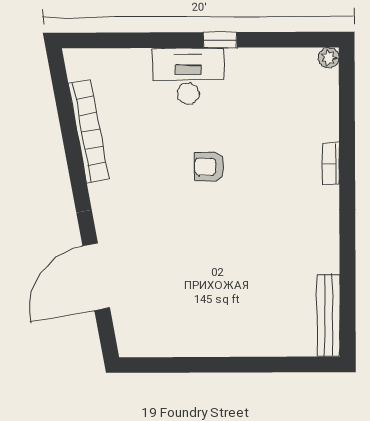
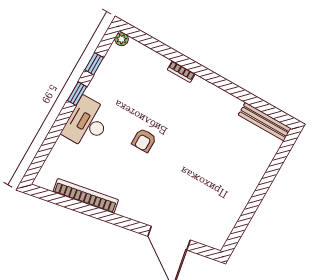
window: (274, 40) -> (94, 64), added

